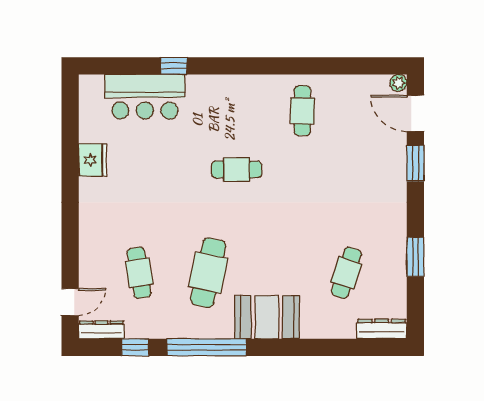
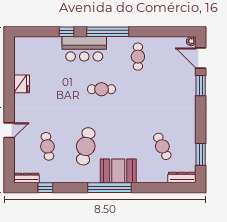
window: (248, 66) -> (108, 32), added
bar counter: (145, 97) -> (84, 49), moved
window: (415, 257) -> (201, 154), moved
cafe table: (346, 273) -> (162, 146), turned -42
door: (70, 302) -> (9, 130), moved
window: (207, 347) -> (110, 188), moved

